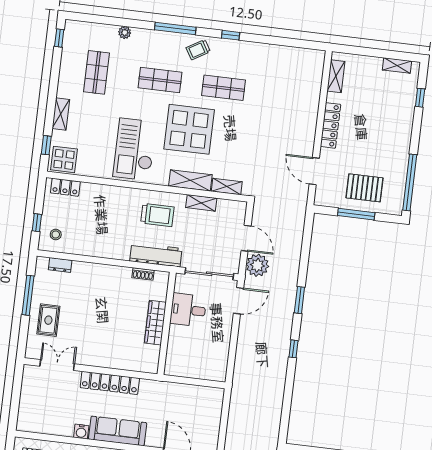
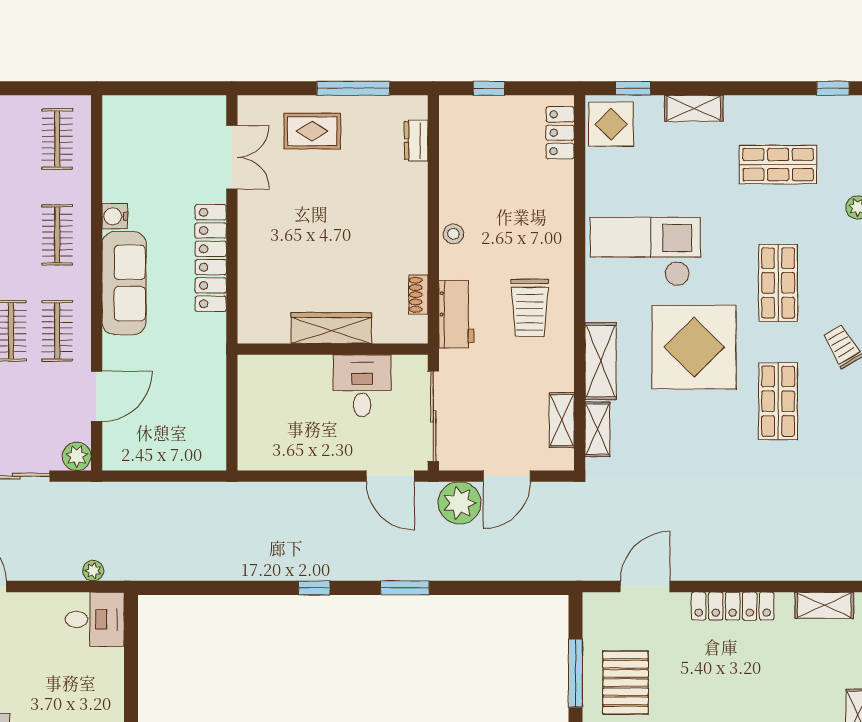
shelving: (201, 203) -> (562, 420), moved
stool: (56, 234) -> (453, 234), moved
workbench: (156, 255) -> (456, 314), width x0.73

